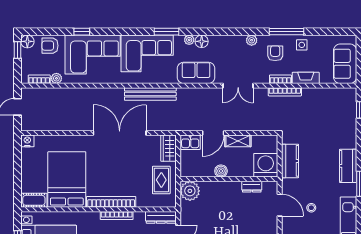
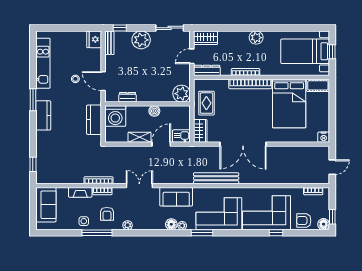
armchair: (50, 46) -> (304, 221), turned 180
plant: (56, 78) -> (298, 192), removed

